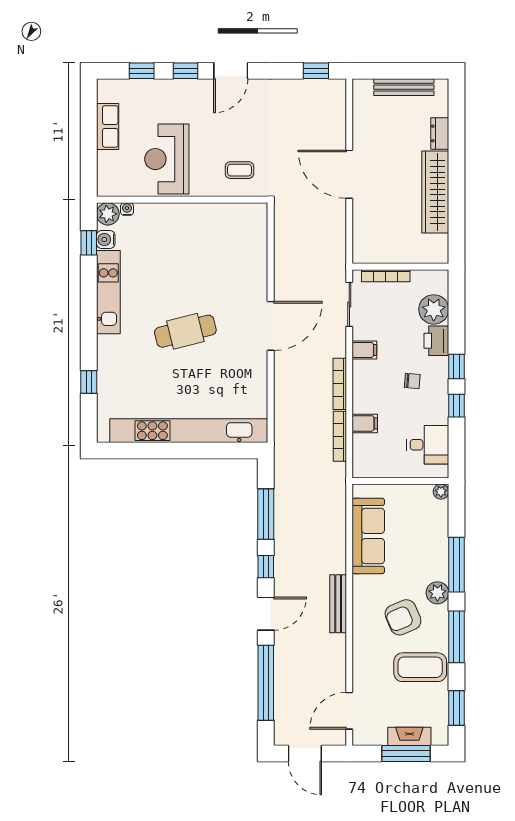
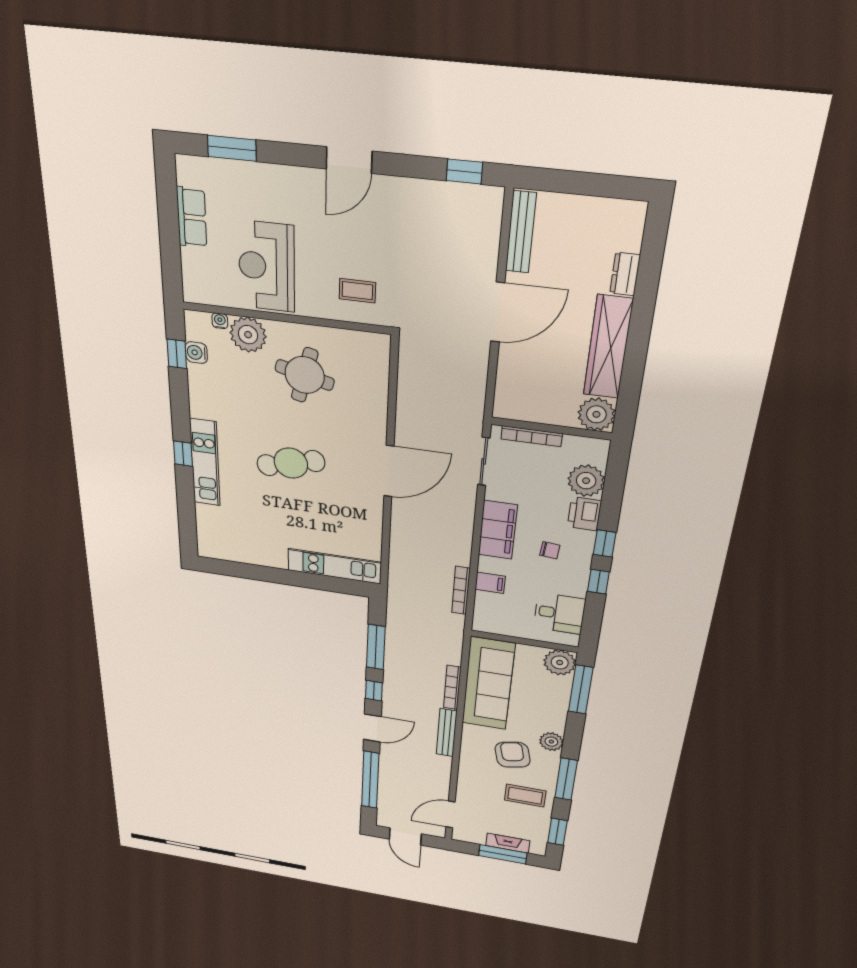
window: (142, 71) -> (232, 148), width x1.50
window: (185, 71) -> (289, 154), removed
bench: (404, 87) -> (521, 232), moved, turned 90
door: (349, 174) -> (498, 312), swing flipped
plant: (108, 214) -> (248, 335), moved, width x1.36, depth x1.36
round table: (197, 247) -> (305, 375), added
plant: (434, 249) -> (596, 414), added
kitchen unit: (108, 292) -> (205, 463), moved
filing cabinet: (364, 350) -> (498, 530), width x3.00, depth x1.17
window: (89, 382) -> (183, 454), moved
bookcase: (340, 384) -> (452, 688), moved
kitchen unit: (189, 431) -> (335, 566), width x0.54
plant: (441, 492) -> (560, 662), width x1.88, depth x1.88
sofa: (368, 536) -> (488, 684), width x1.36, depth x1.27
window: (456, 565) -> (581, 690), moved
armchair: (403, 617) -> (513, 755), turned 100
coffee table: (420, 667) -> (525, 796), width x0.73, depth x0.76

